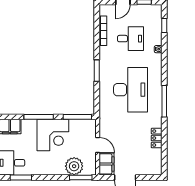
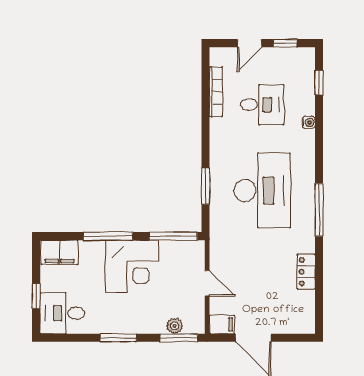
window: (97, 71) -> (206, 186), moved
filing cabinet: (106, 164) -> (222, 324), width x0.50
plant: (74, 166) -> (175, 326), width x0.53, depth x0.53
window: (21, 177) -> (118, 338), moved

